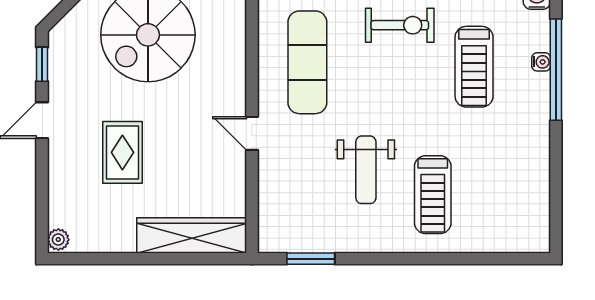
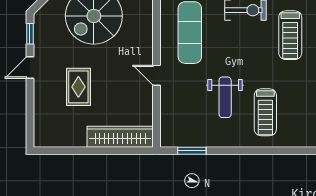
plant: (58, 240) -> (40, 139), removed

